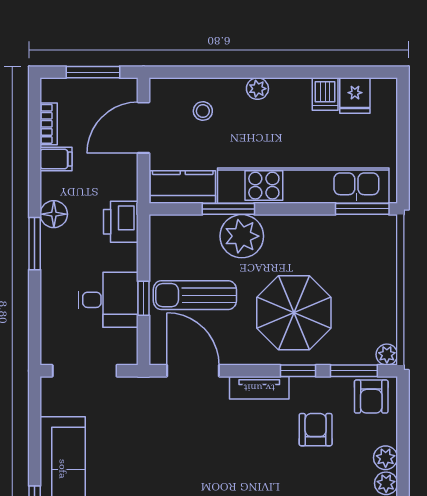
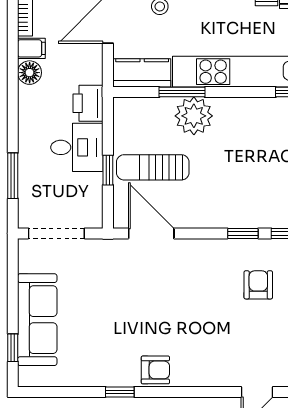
floor lamp: (54, 214) -> (30, 73), moved
window: (35, 244) -> (13, 176), moved
desk: (108, 300) -> (77, 147), moved
parasol: (294, 313) -> (239, 183), removed
tv unit: (259, 388) -> (209, 248), removed

